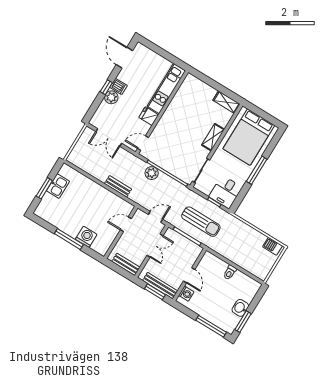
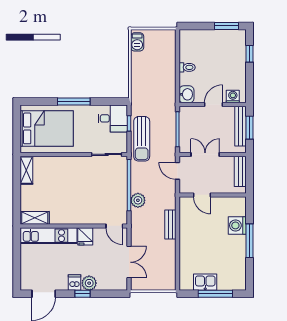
shelving: (213, 137) -> (35, 218), moved
window: (44, 188) -> (215, 294), width x1.44
sun lounger: (201, 222) -> (142, 139), moved, turned 180
washbasin: (240, 308) -> (186, 94), moved, turned -90
window: (211, 326) -> (249, 54), width x0.46

